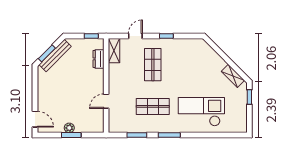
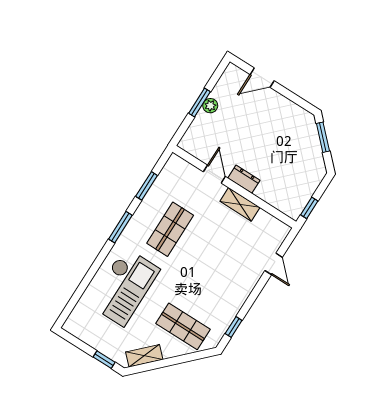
window: (166, 36) -> (234, 327), moved
shelving: (114, 51) -> (240, 204), moved
bench: (55, 56) -> (314, 146), removed
dresser: (98, 59) -> (244, 179), moved
shop shelf: (153, 65) -> (183, 326), moved
door: (35, 119) -> (262, 78), moved

